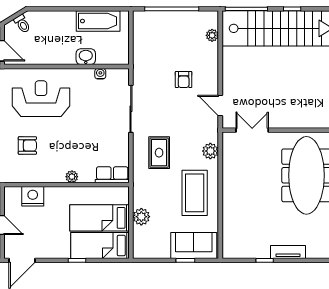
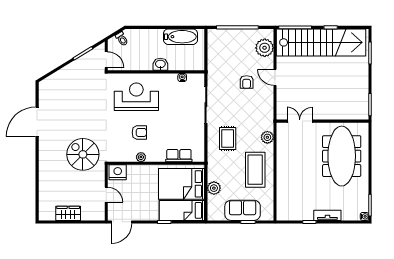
plant: (212, 35) -> (265, 48), width x1.87, depth x1.87
washbasin: (86, 57) -> (160, 64), moved
door: (220, 106) -> (275, 77), moved
armchair: (27, 146) -> (139, 132), moved
row of seats: (112, 175) -> (179, 156), moved
plant: (72, 177) -> (141, 157), moved
nightstand: (33, 196) -> (118, 172), moved
bed: (100, 218) -> (182, 184), width x1.50
sofa: (194, 245) -> (243, 210), moved

